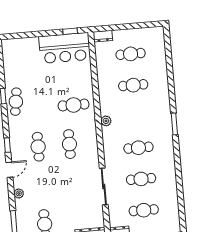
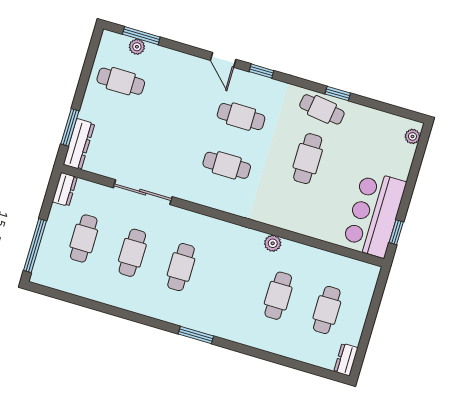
dresser: (103, 36) -> (346, 360), moved
plant: (11, 43) -> (412, 136), added
cafe table: (74, 105) -> (308, 159), moved
plant: (106, 121) -> (273, 243), moved
plant: (19, 193) -> (137, 47), moved

